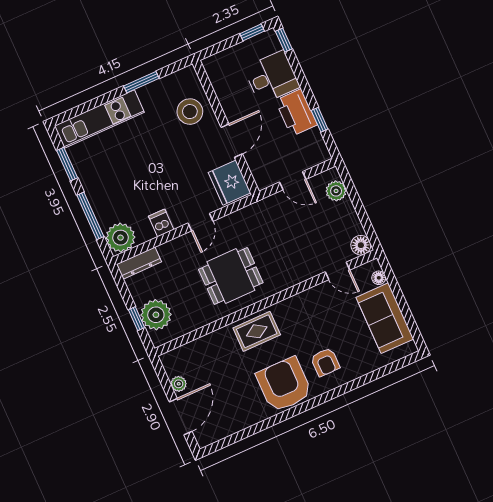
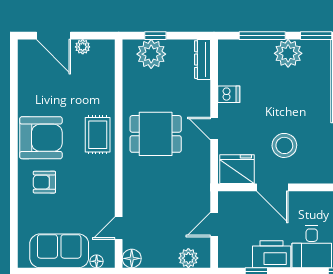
stool: (190, 112) -> (284, 145), moved
plant: (121, 238) -> (288, 53), moved
dining table: (231, 276) -> (156, 134), turned 90

